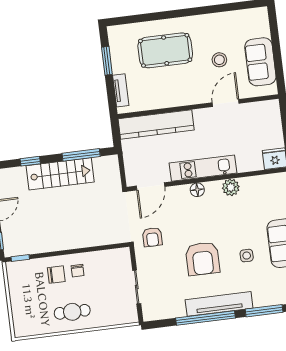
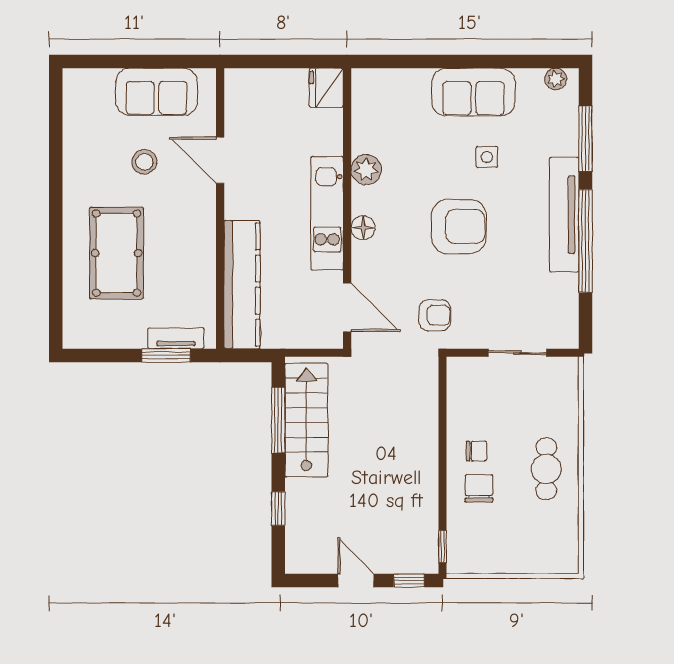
window: (107, 61) -> (166, 355), moved
stairs: (60, 174) -> (306, 420), moved
armchair: (203, 259) -> (459, 226), moved

